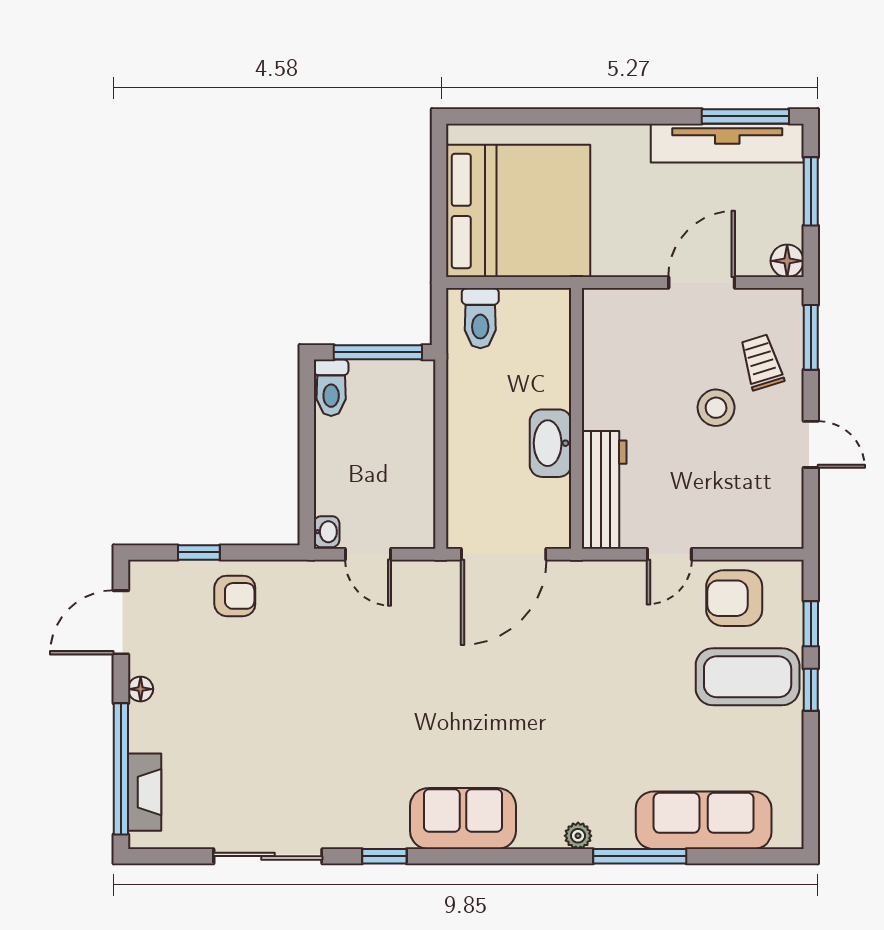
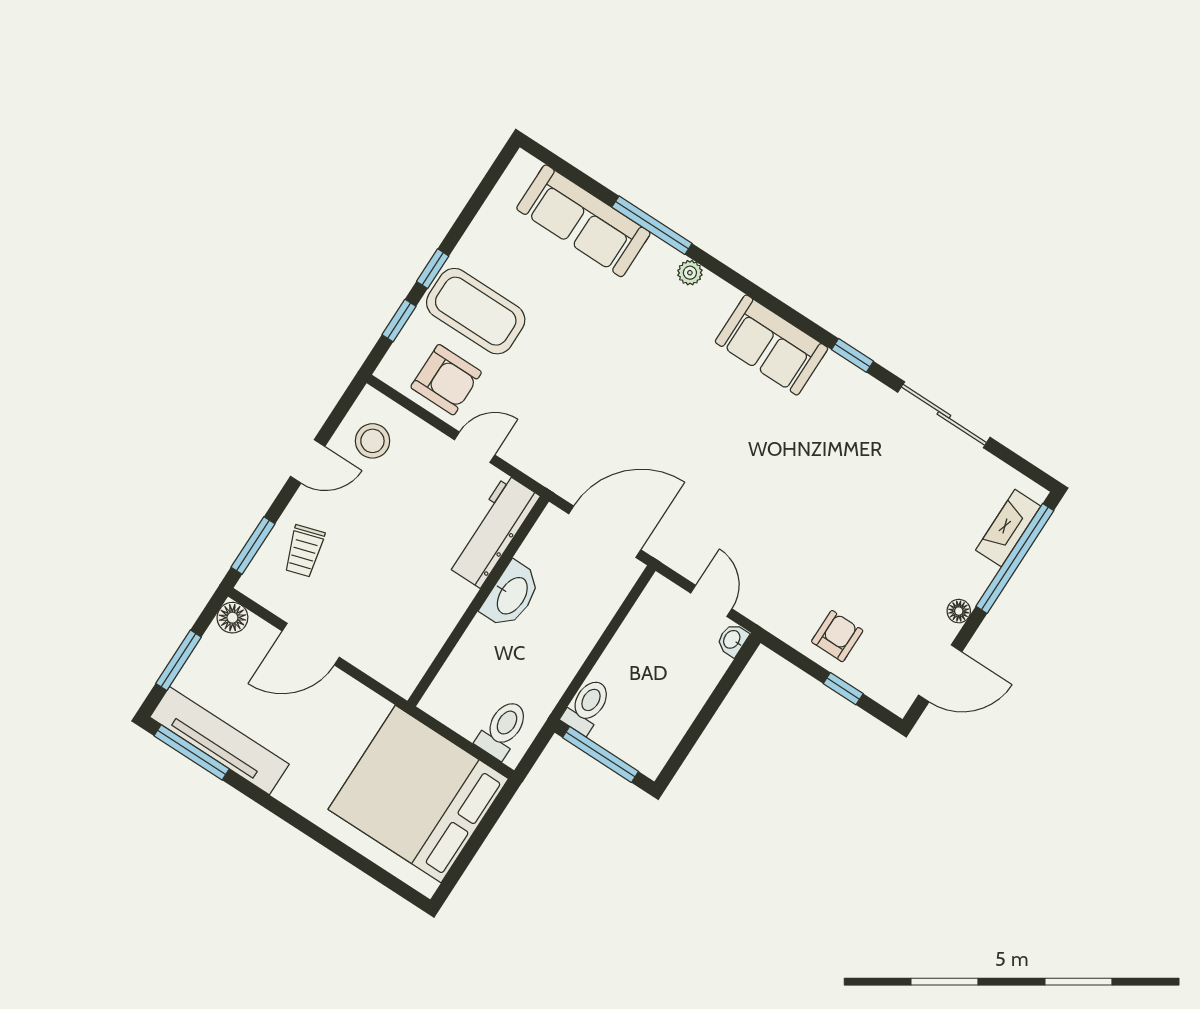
toilet: (331, 388) -> (587, 706), moved
stool: (716, 408) -> (372, 441), moved
door: (811, 444) -> (308, 461), swing flipped
armchair: (235, 596) -> (837, 636), turned 90

